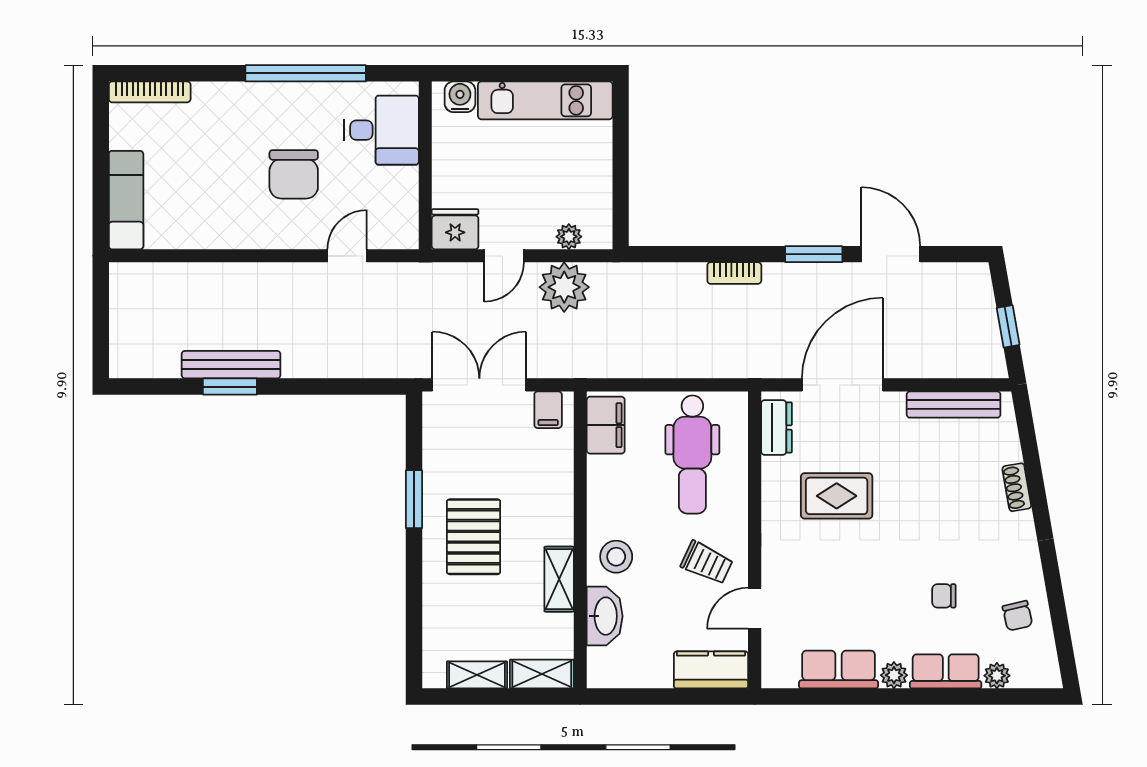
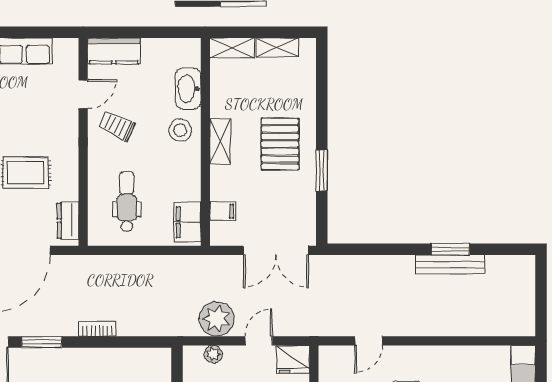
filing cabinet: (548, 410) -> (223, 211), moved, turned 90
dental chair: (692, 454) -> (127, 202), width x0.73, depth x0.72
shelving: (559, 579) -> (220, 141), moved

